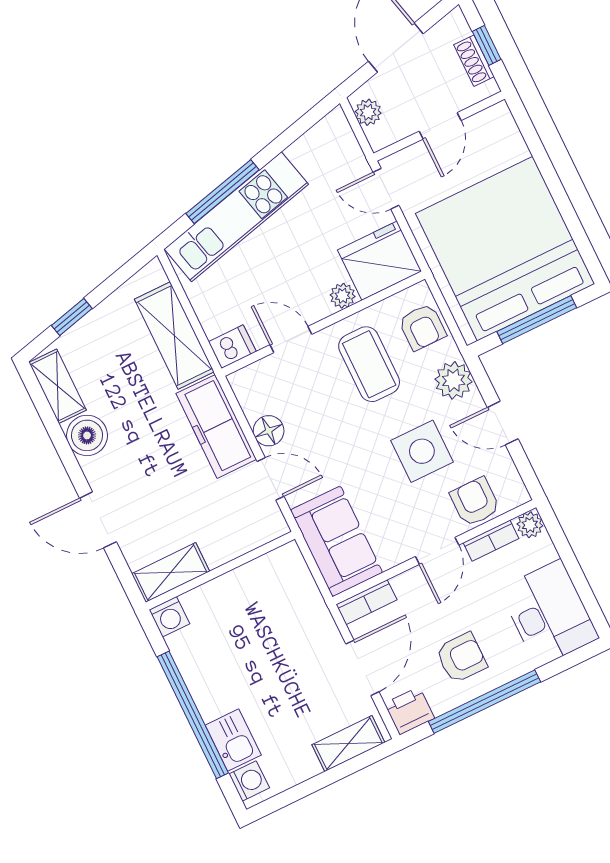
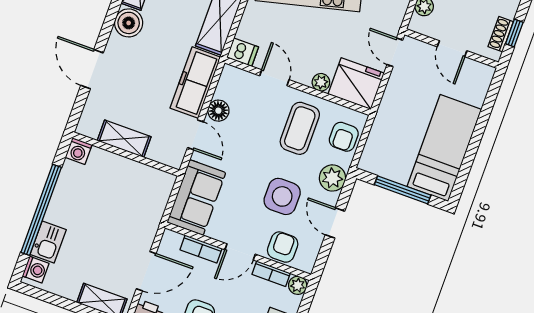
door: (440, 126) -> (452, 49), hinge flipped
bed: (505, 249) -> (444, 148), width x0.49
shelving: (171, 572) -> (124, 139), moved
bookcase: (367, 602) -> (201, 249), moved

